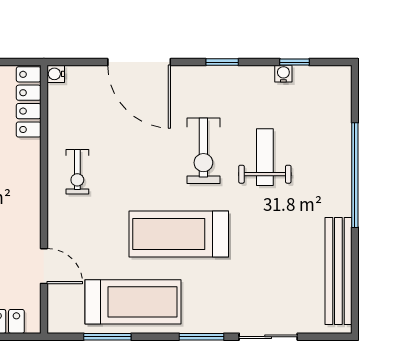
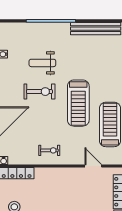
door: (44, 266) -> (93, 166), hinge flipped

